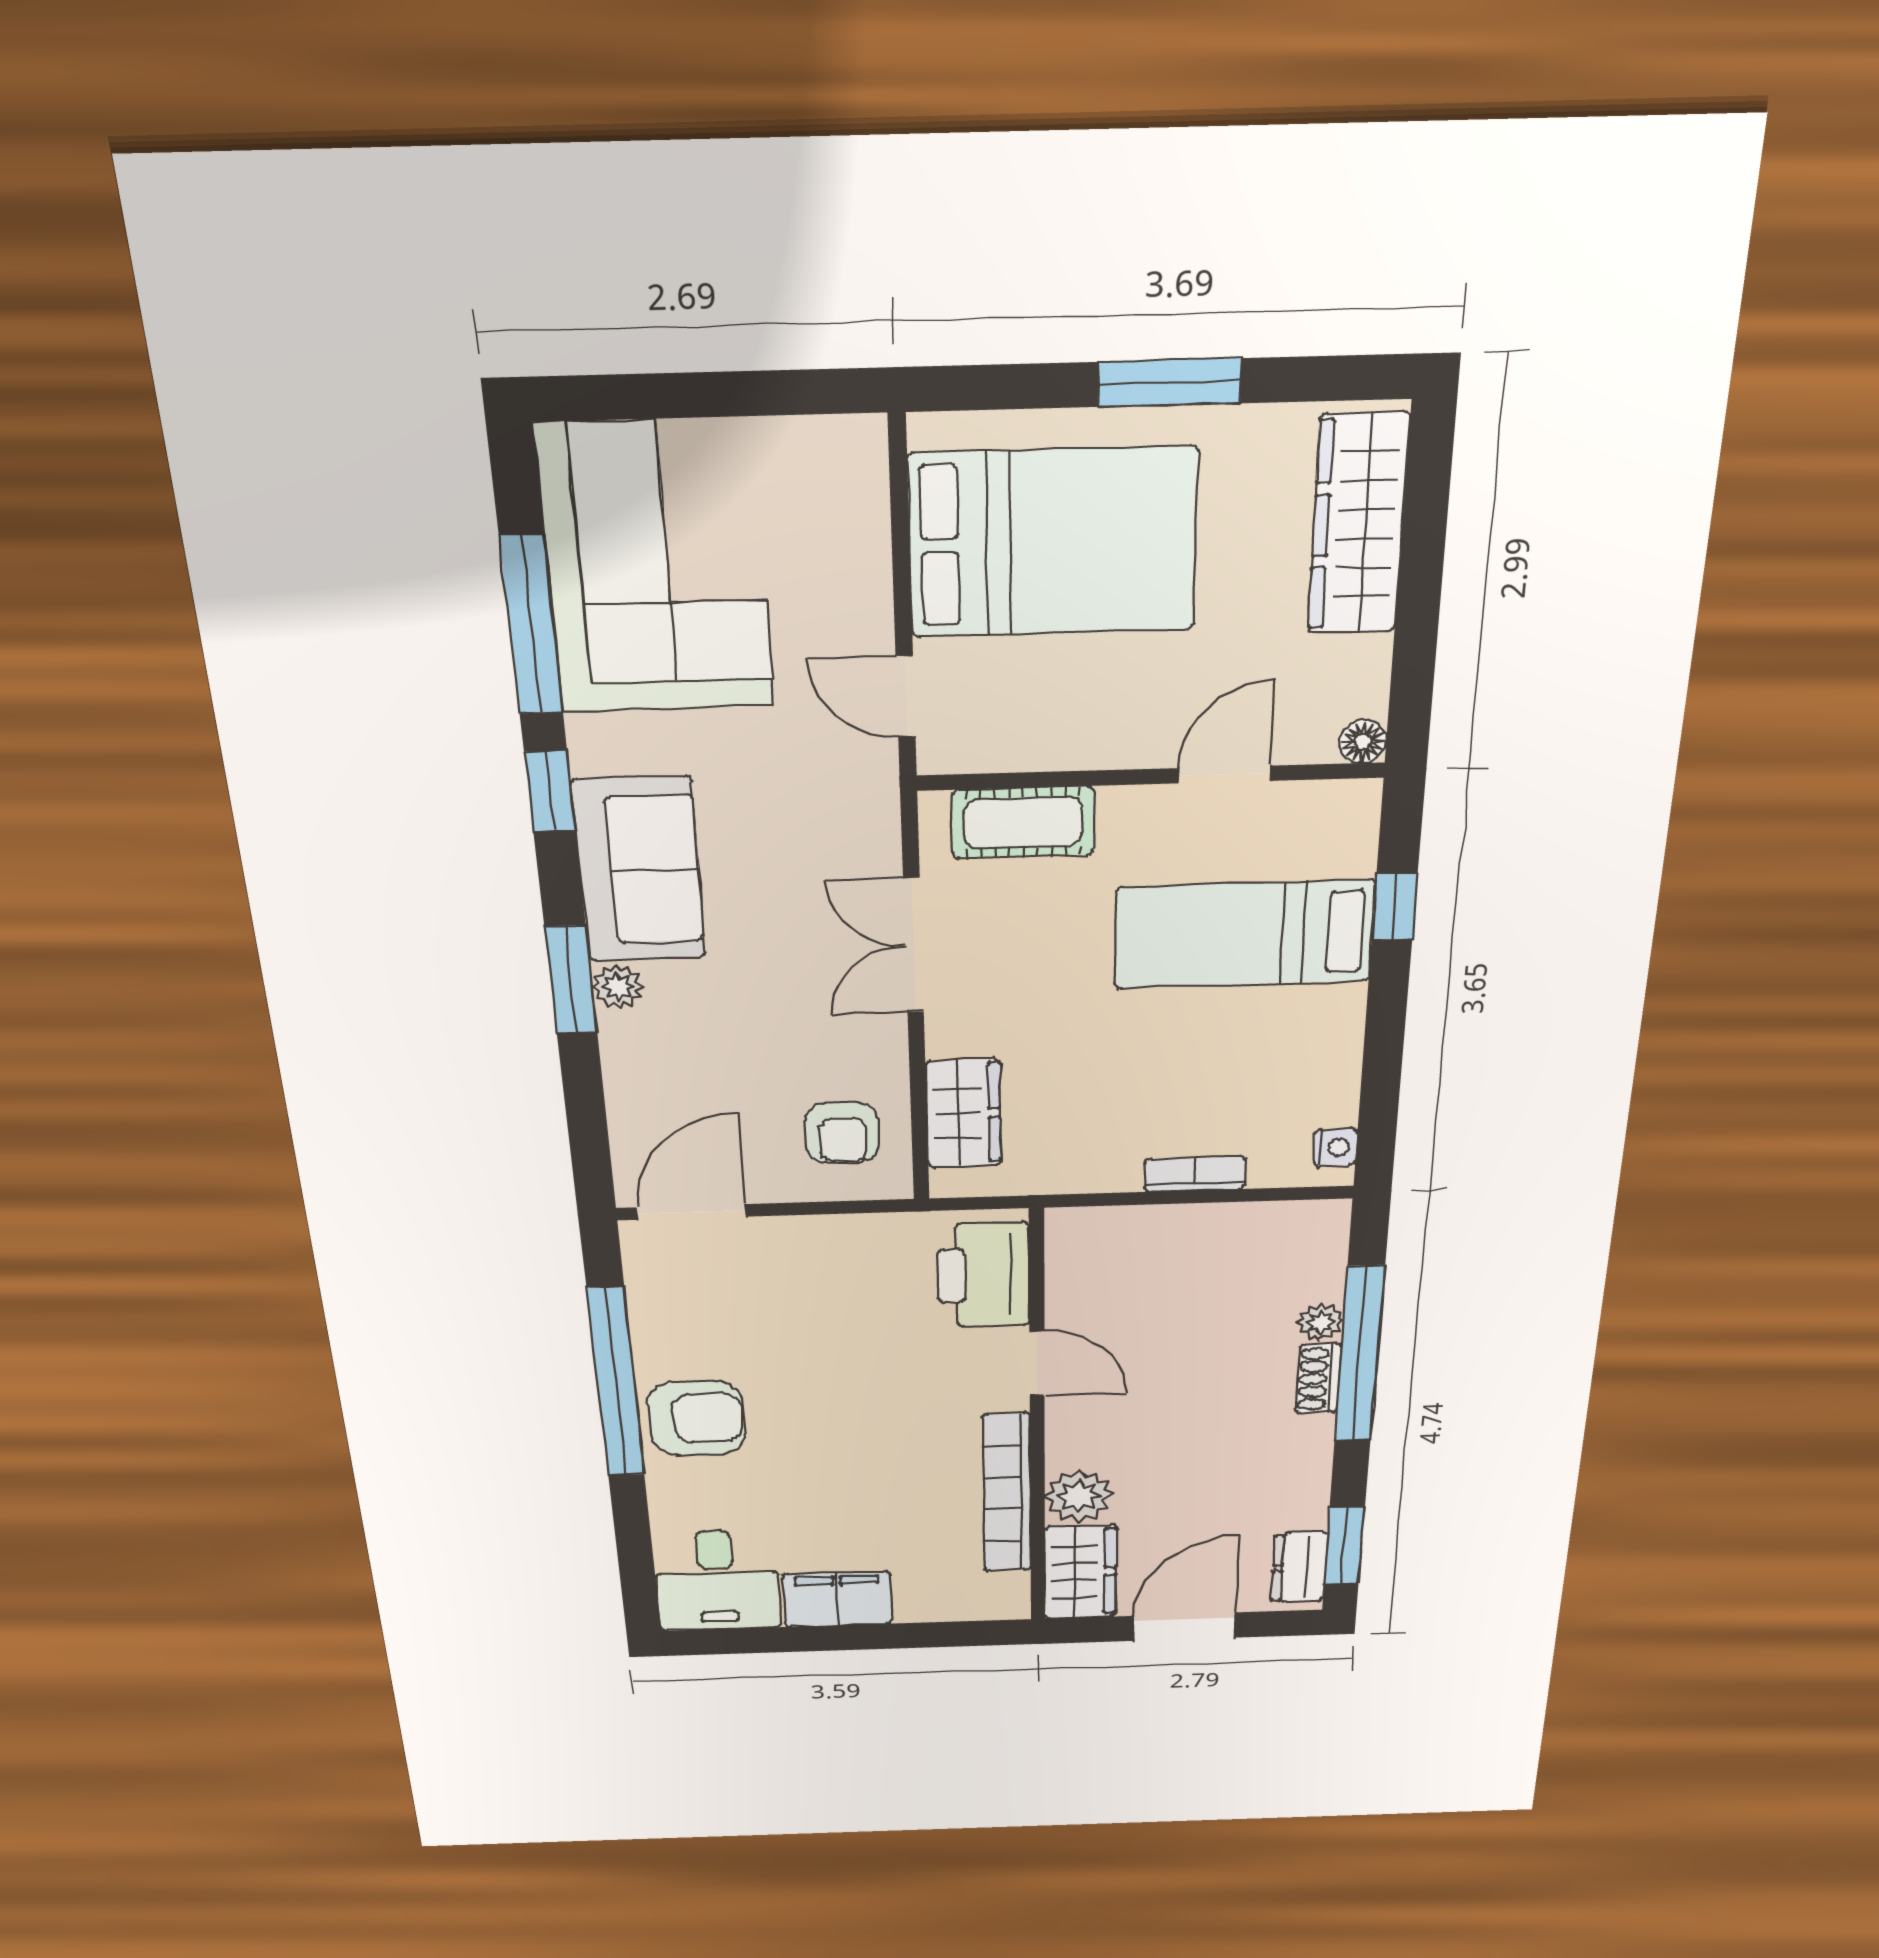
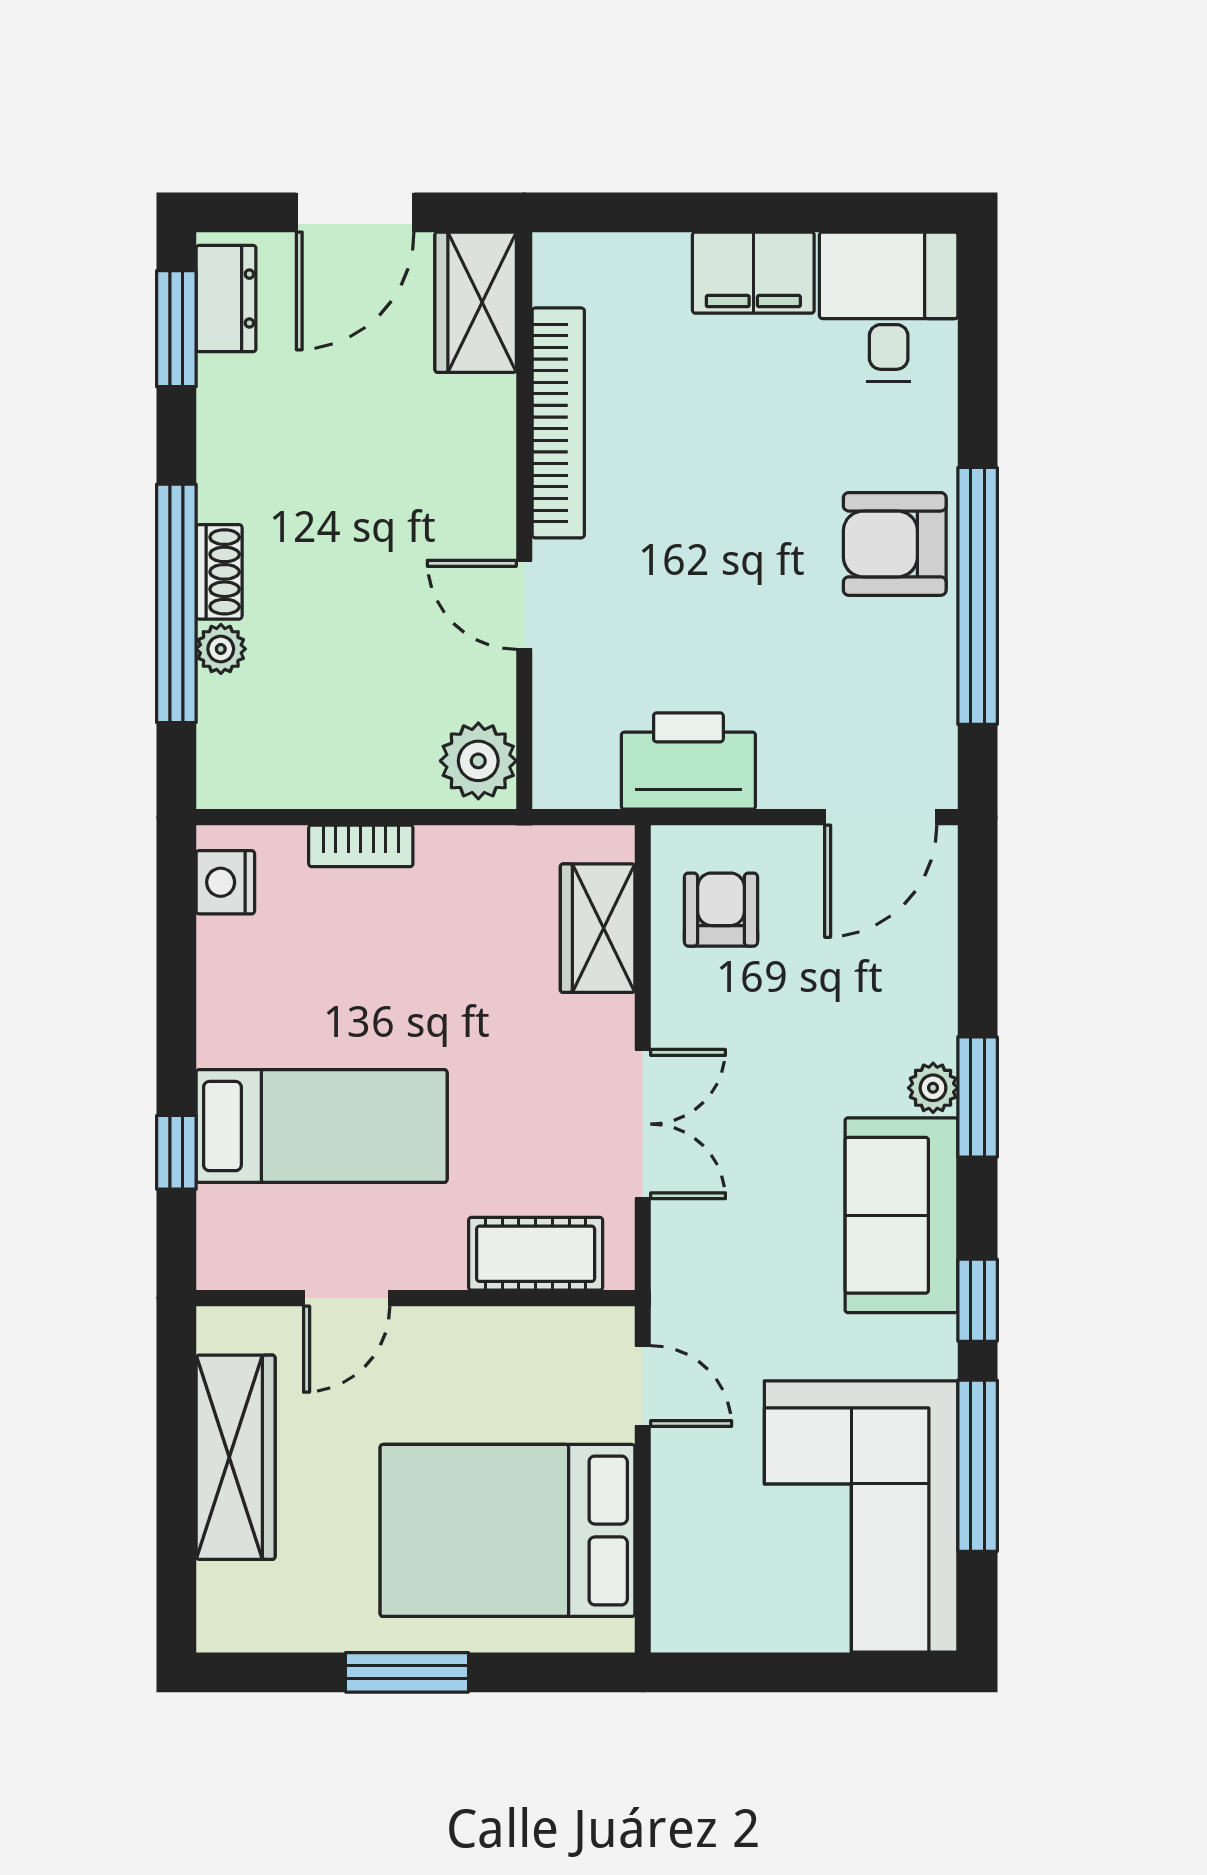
wardrobe: (1358, 524) -> (236, 1457), moved
floor lamp: (1363, 742) -> (218, 1328), removed
nightstand: (1335, 1147) -> (225, 882), width x1.39, depth x1.35
printer: (983, 1275) -> (688, 761), moved, turned -90
plant: (1079, 1496) -> (478, 761), moved

